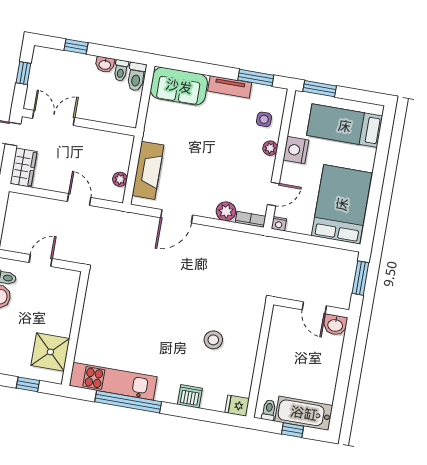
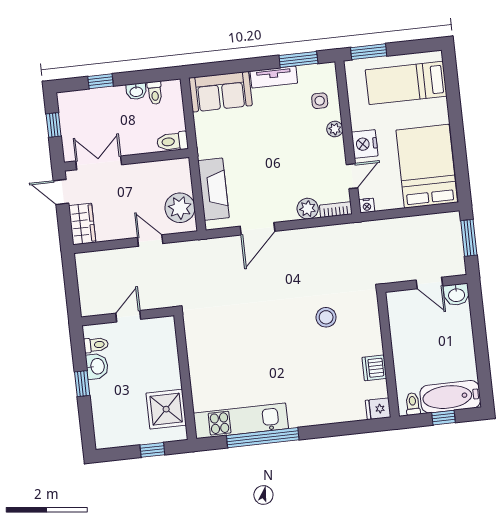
toilet: (136, 77) -> (172, 141), moved, turned 90
nightstand: (296, 150) -> (365, 144), moved
plant: (120, 179) -> (180, 208), width x1.88, depth x1.88
stool: (213, 340) -> (326, 317), moved
dishwasher: (190, 396) -> (374, 368), moved, turned -90

